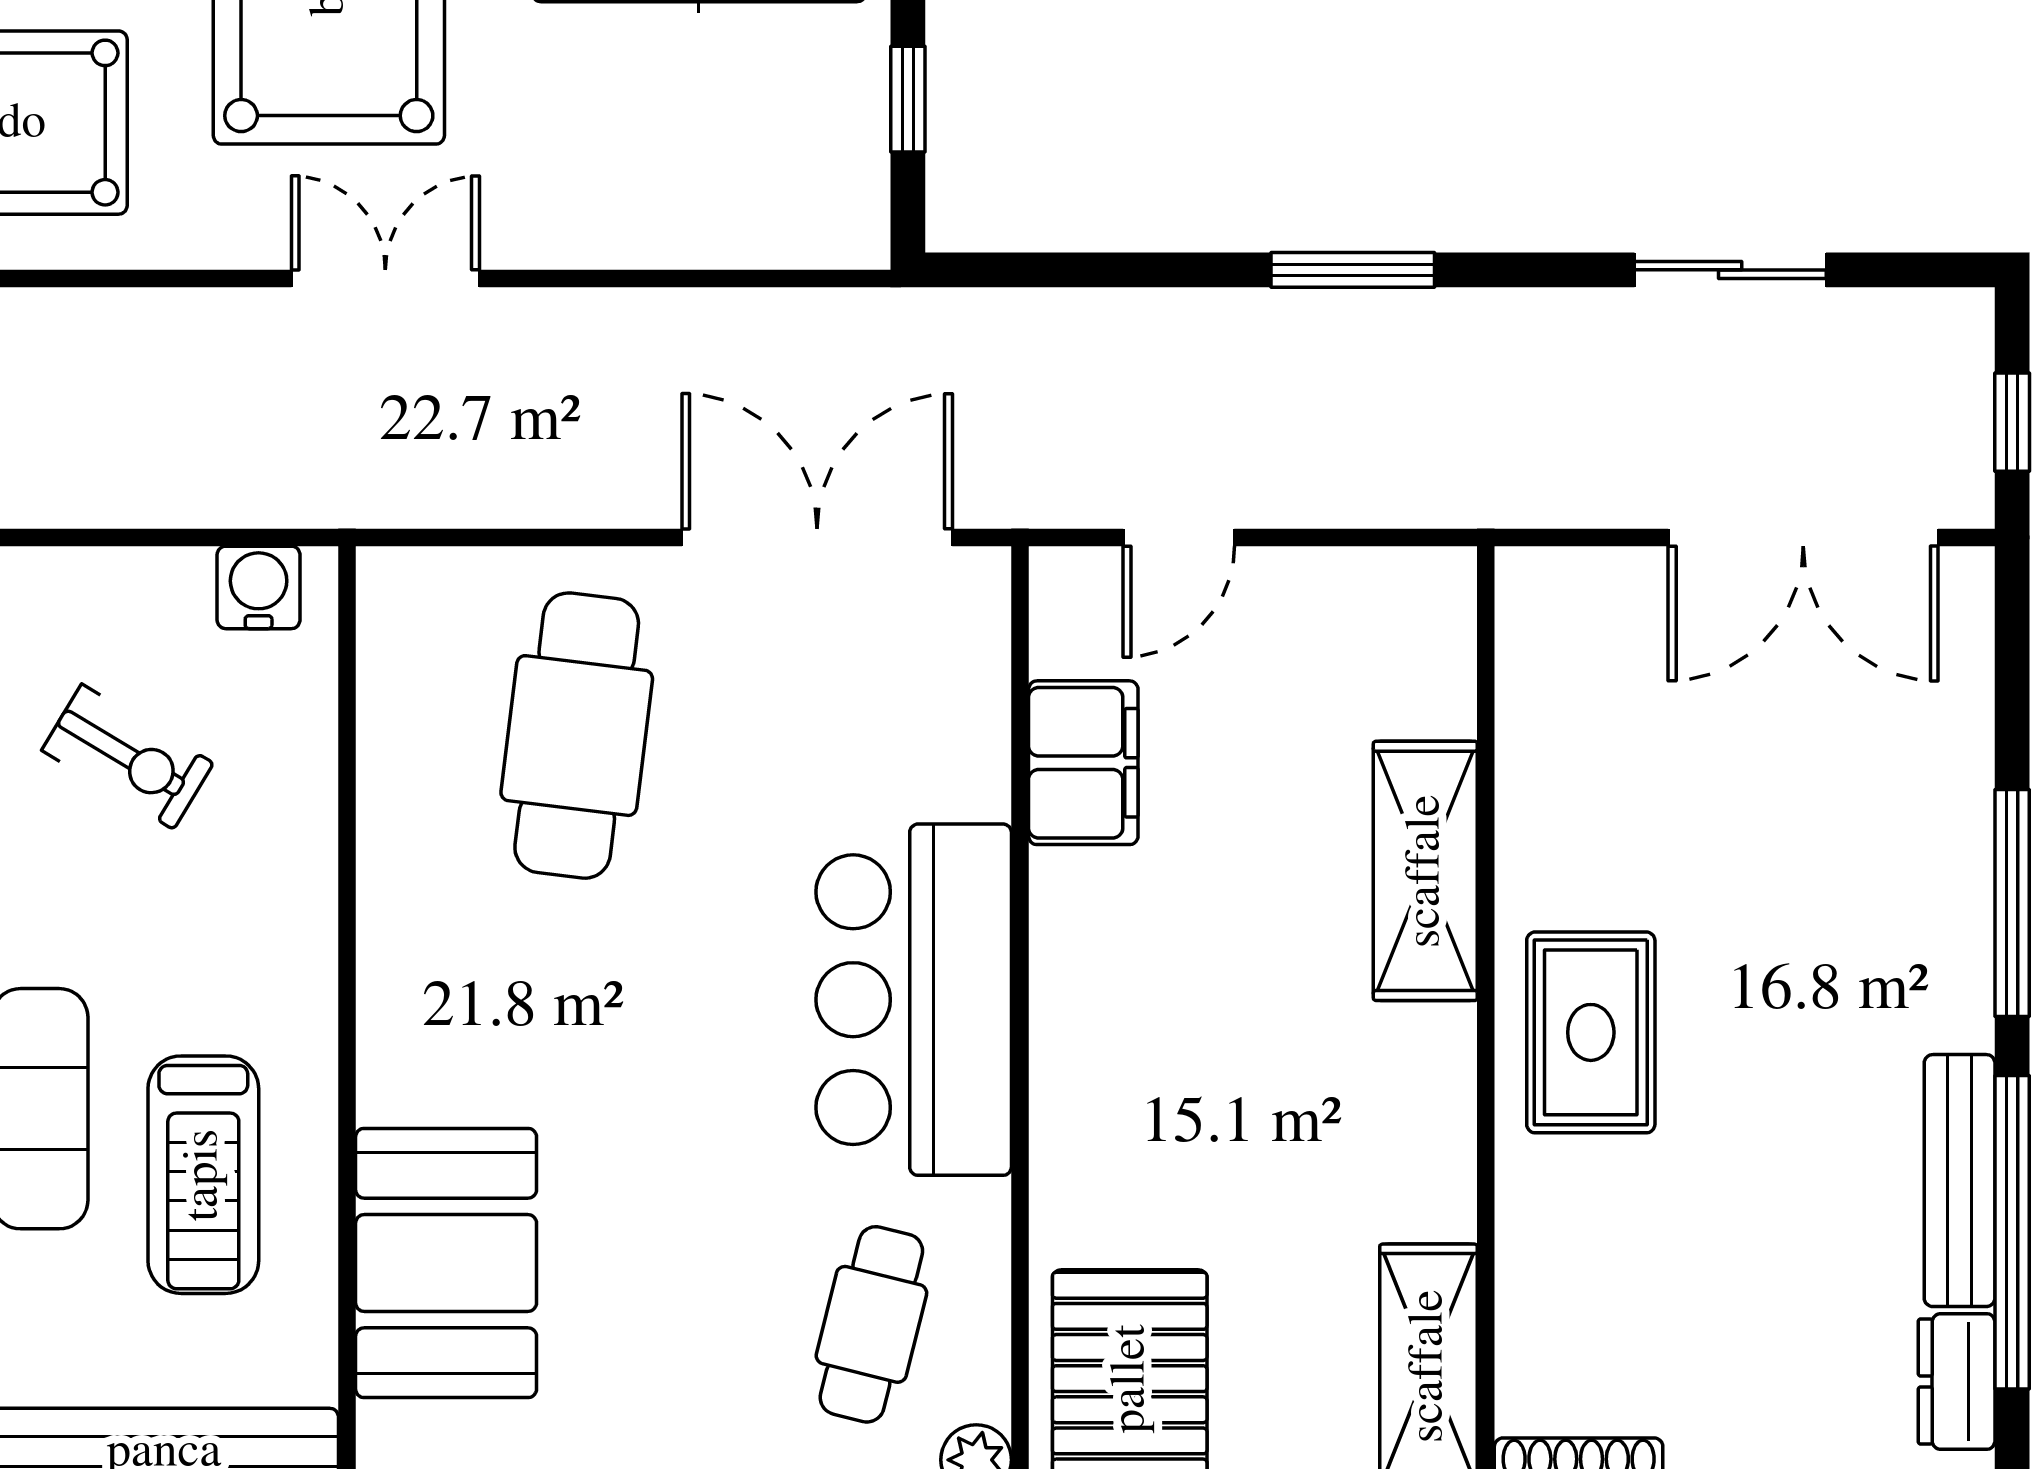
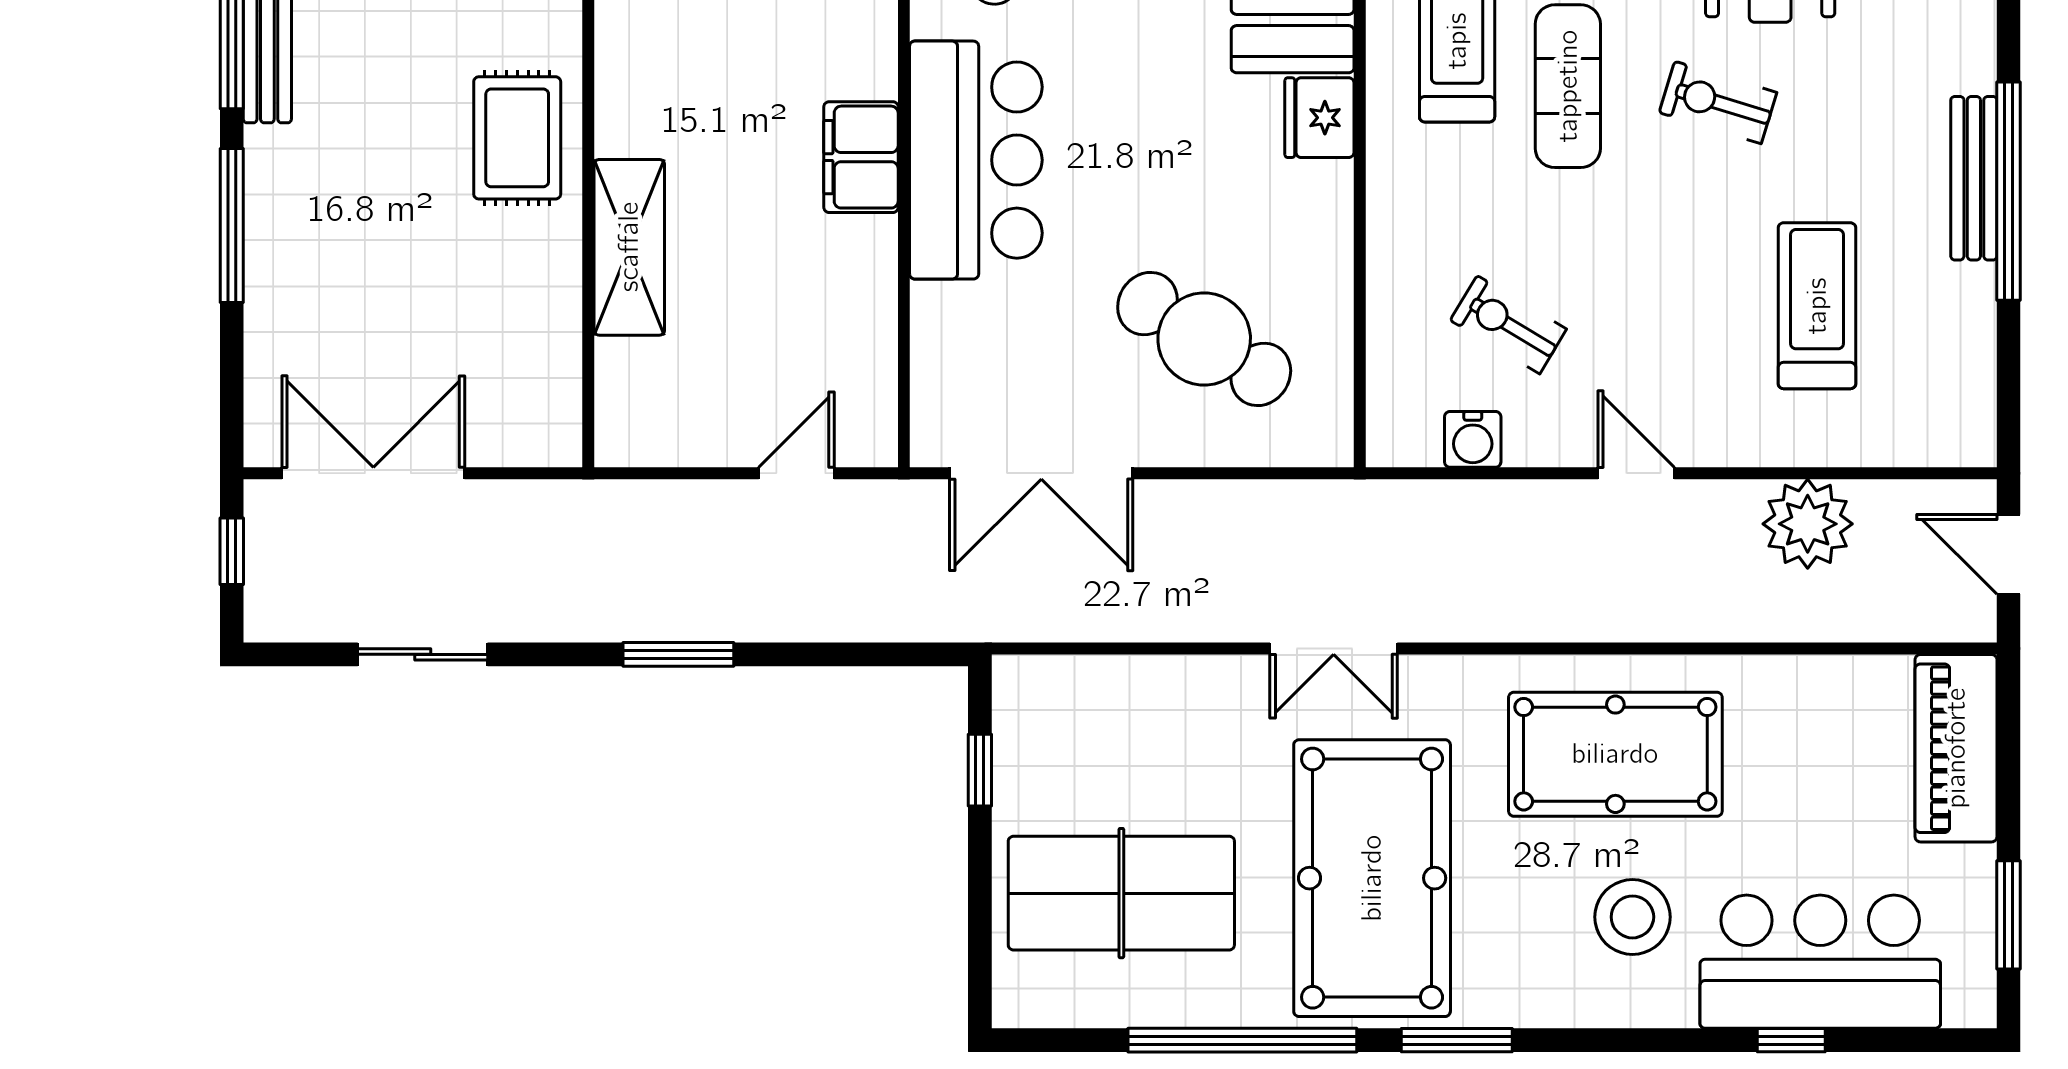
water cooler: (259, 587) -> (1473, 439), moved
cafe table: (577, 736) -> (1204, 339), turned -65
filing cabinet: (1083, 763) -> (861, 157), moved
fridge: (407, 1062) -> (1319, 118), added

